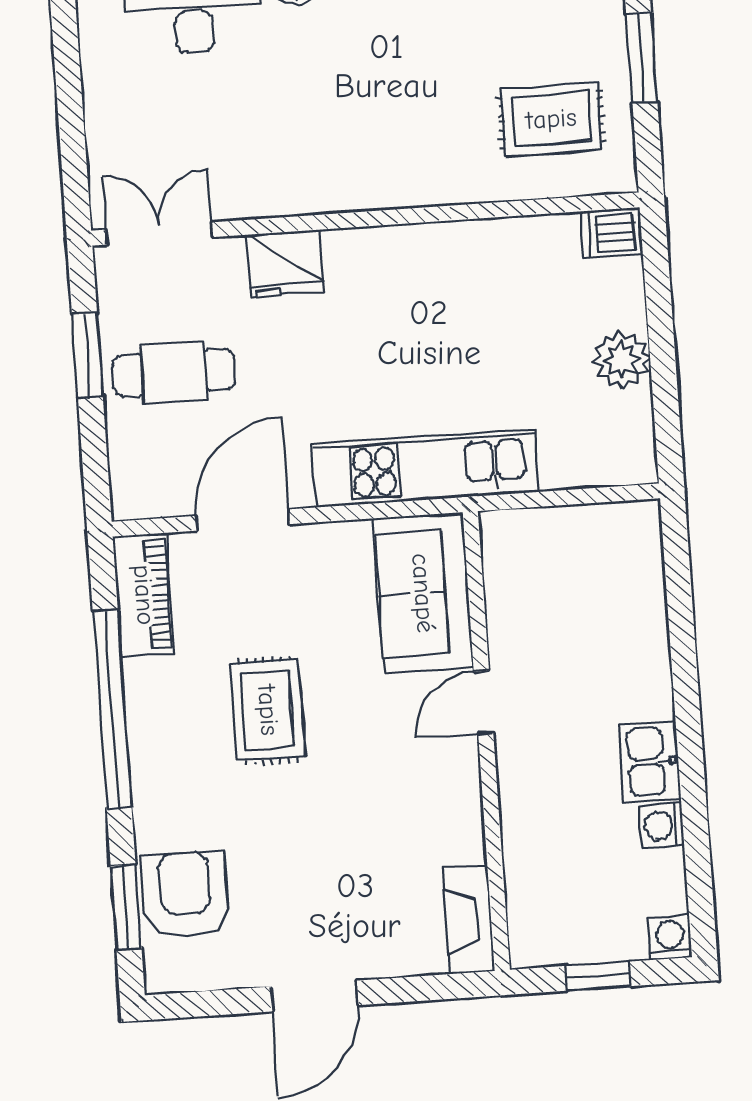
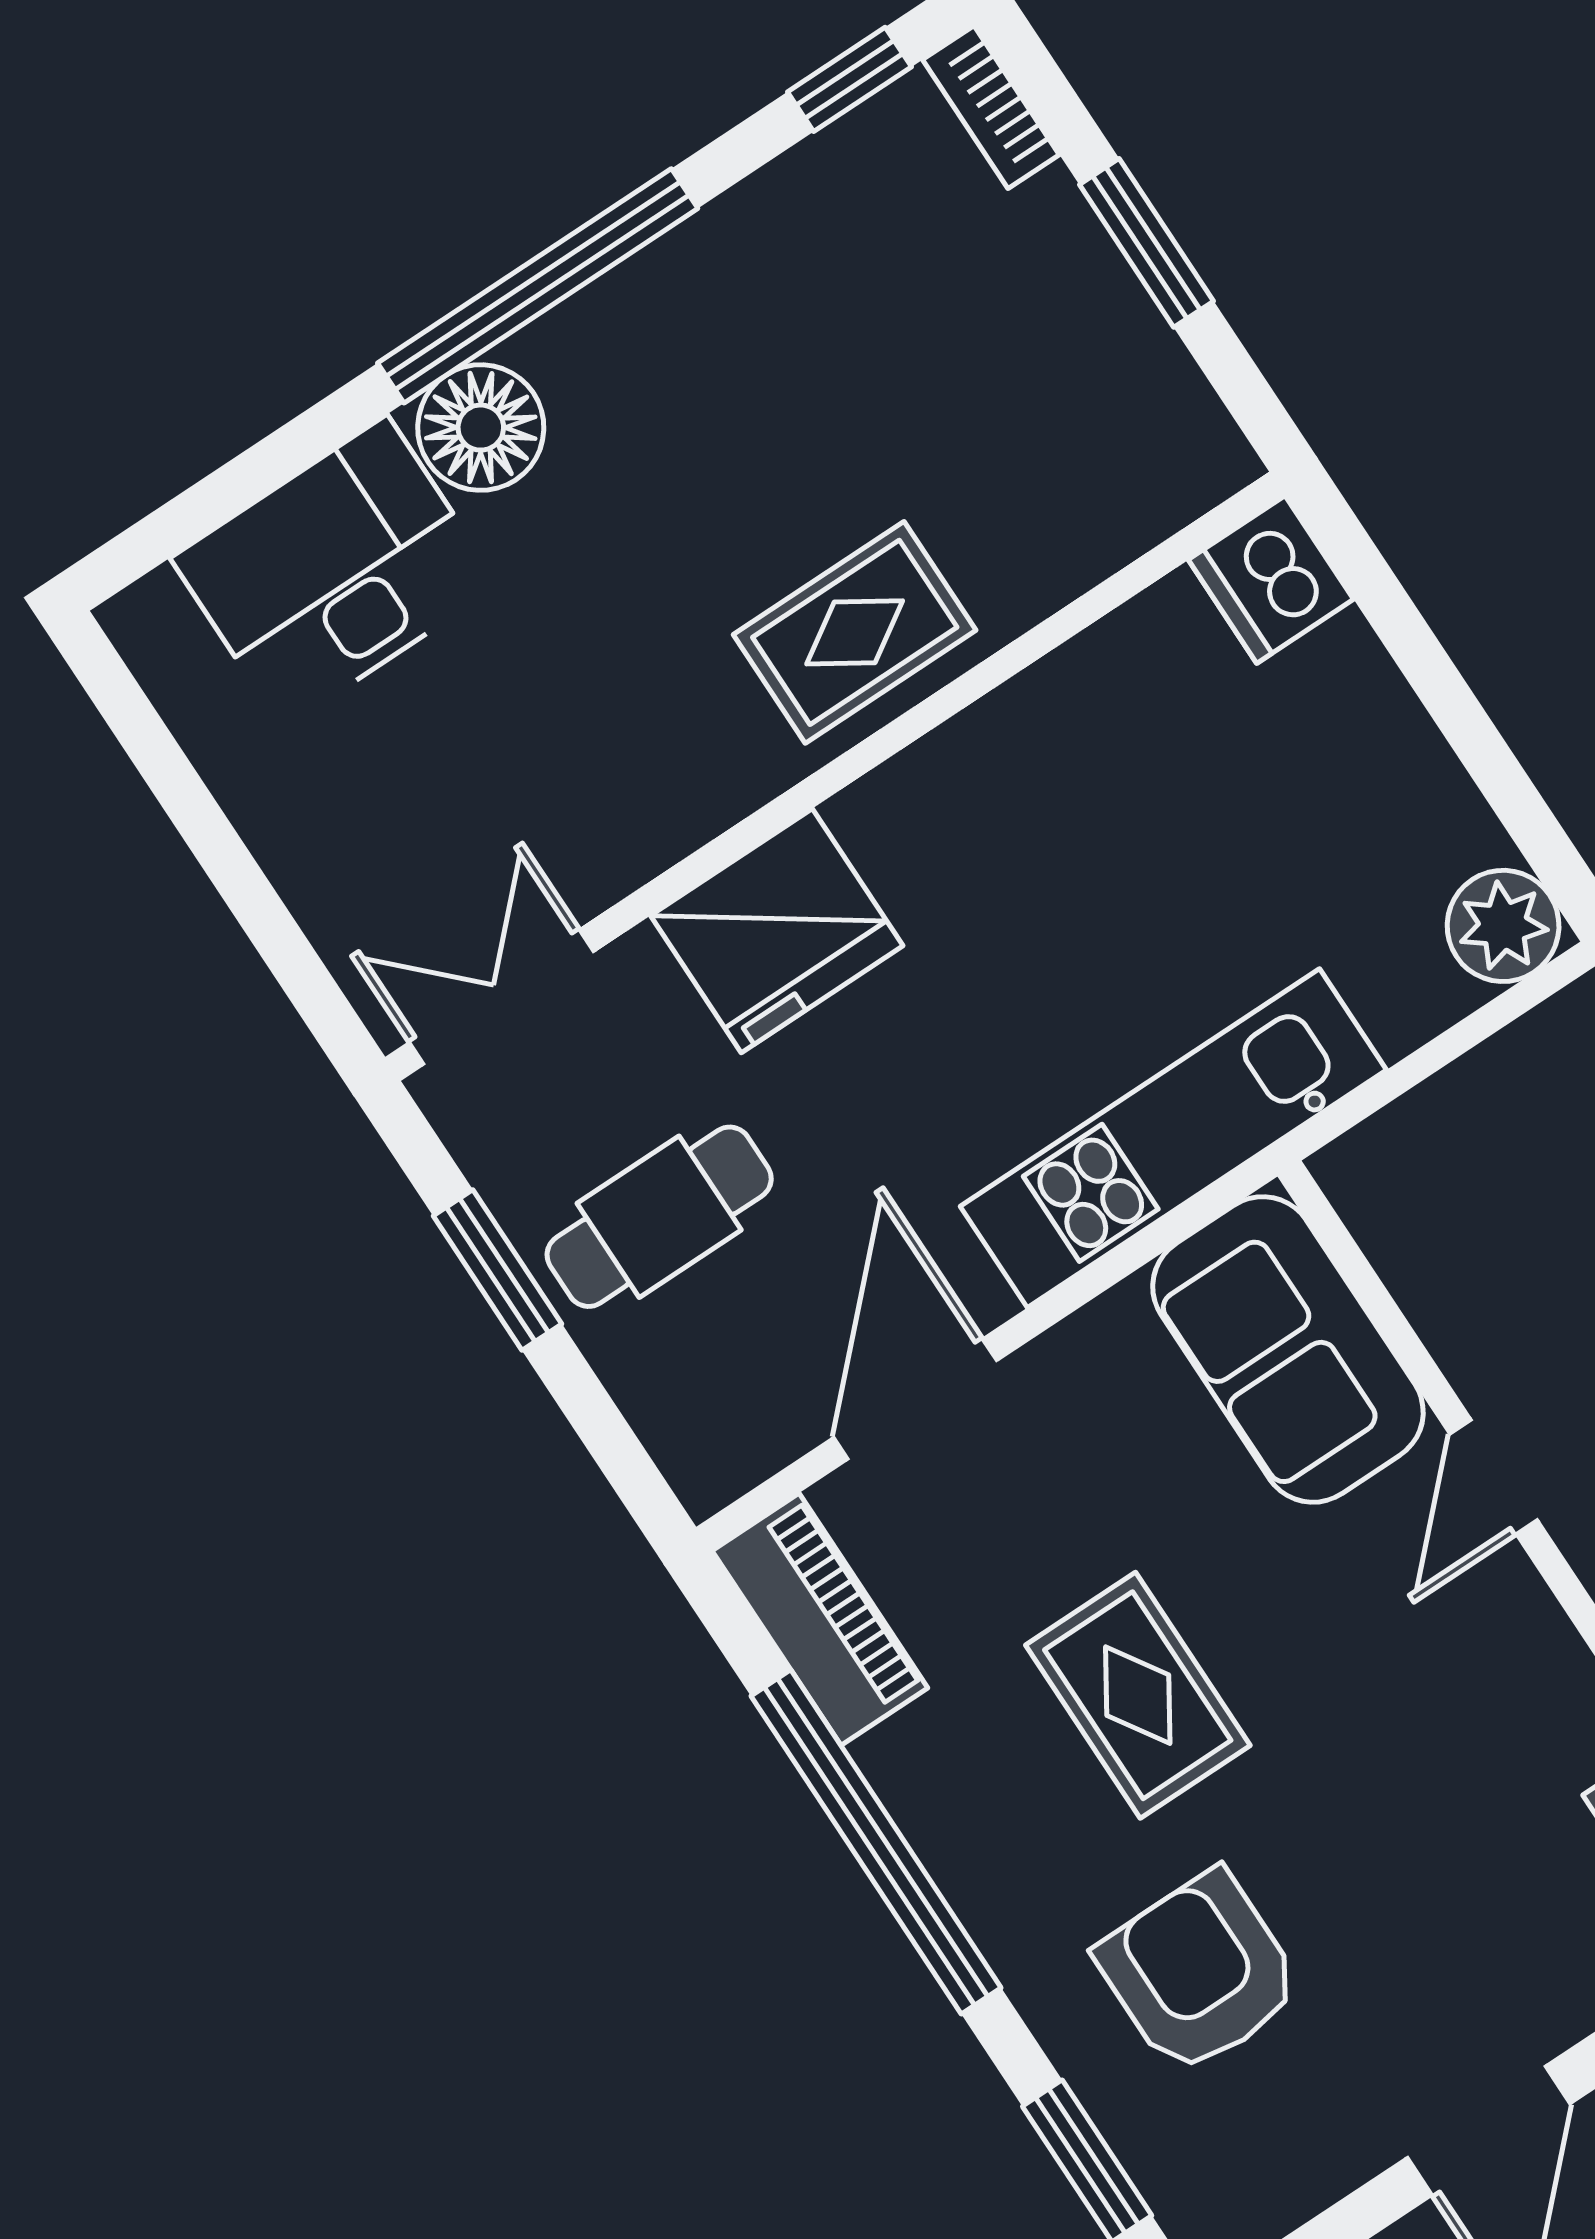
rug: (551, 119) -> (855, 632), moved
dishwasher: (611, 233) -> (1271, 579), width x1.38
fridge: (286, 264) -> (777, 931), width x1.36, depth x1.34
plant: (622, 360) -> (1503, 926), moved
armchair: (185, 895) -> (1199, 1973), moved

